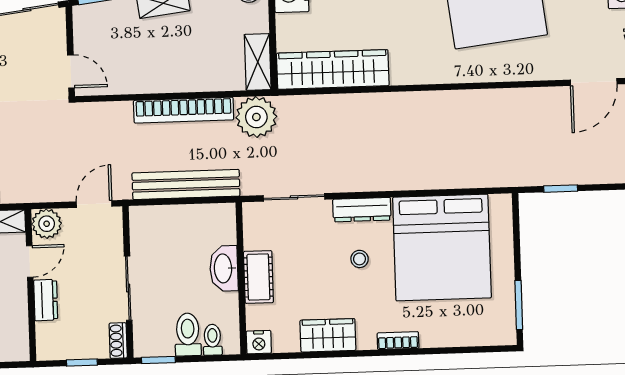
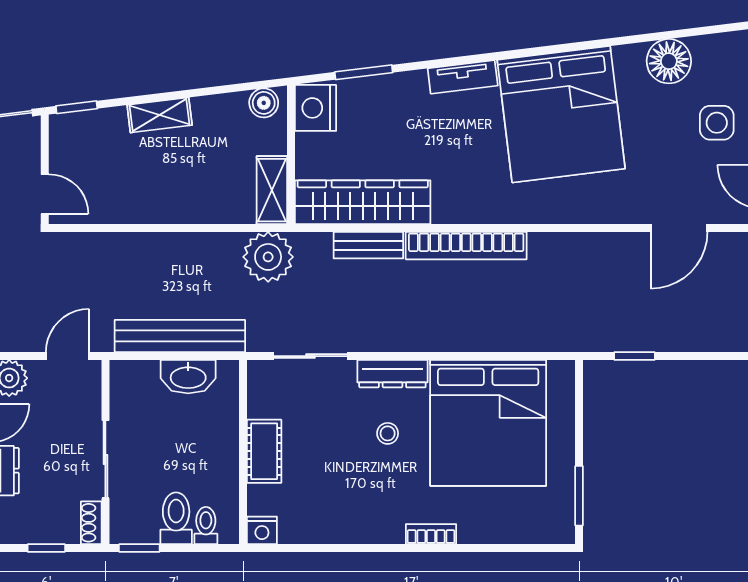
bench: (339, 105) -> (368, 245), added
bookcase: (184, 110) -> (466, 246), moved
washbasin: (224, 268) -> (188, 377), moved, turned -90
wardrobe: (328, 335) -> (346, 525), removed

